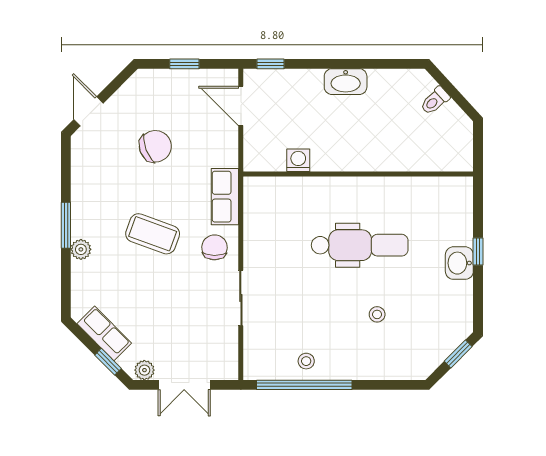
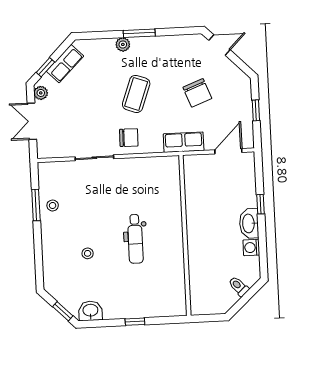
window: (271, 64) -> (260, 204), moved
washing machine: (298, 160) -> (251, 247), moved, turned 180
row of seats: (225, 197) -> (184, 142), moved
dental chair: (360, 245) -> (135, 239), width x0.73, depth x0.72
washbasin: (459, 263) -> (90, 311), moved
window: (304, 385) -> (36, 205), width x0.47

